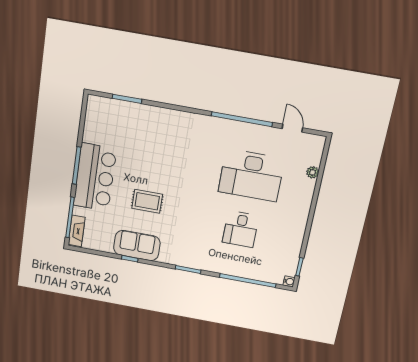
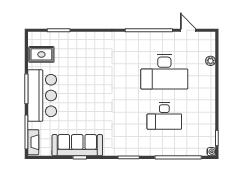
rug: (147, 201) -> (41, 54), moved
desk: (241, 229) -> (164, 116), width x1.37
sofa: (137, 246) -> (77, 145), width x1.36

